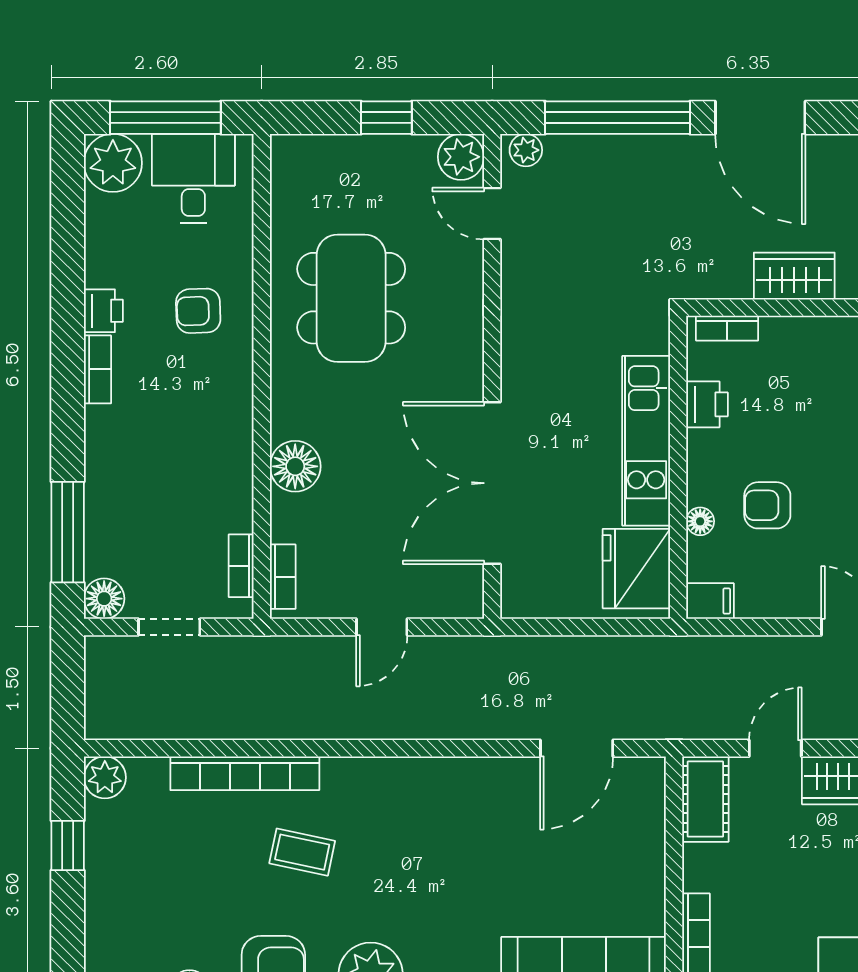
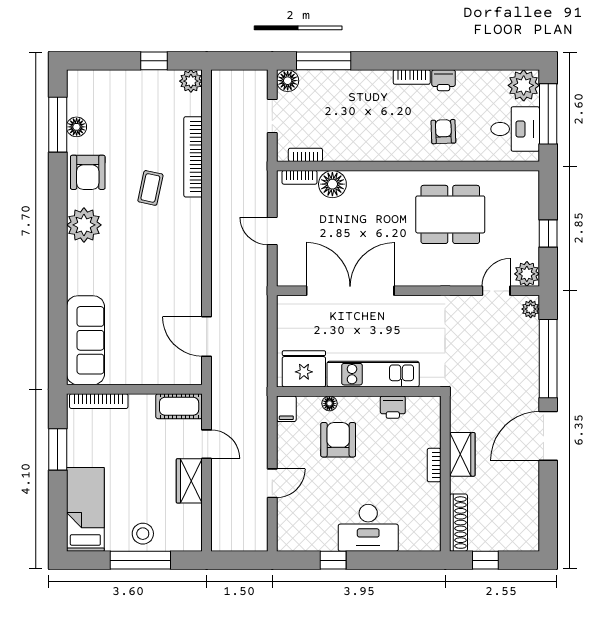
bookcase: (727, 328) -> (434, 465), moved
floor lamp: (295, 466) -> (332, 184), moved
armchair: (767, 505) -> (338, 440), width x1.38, depth x1.38

